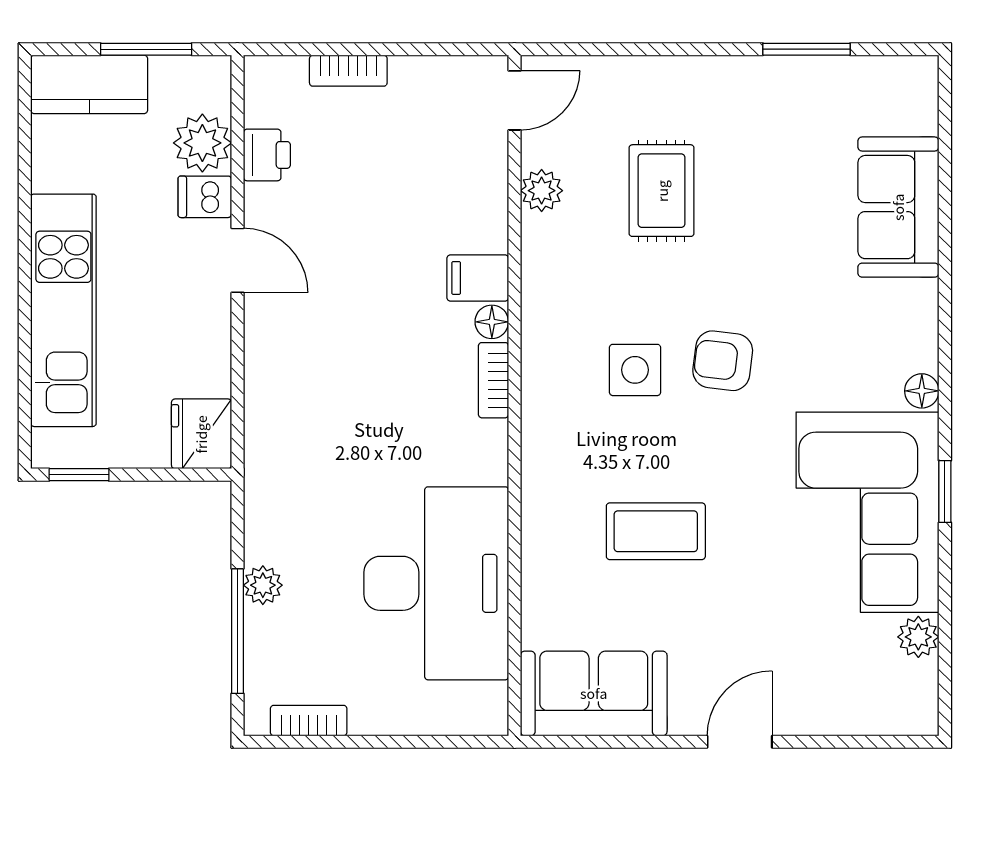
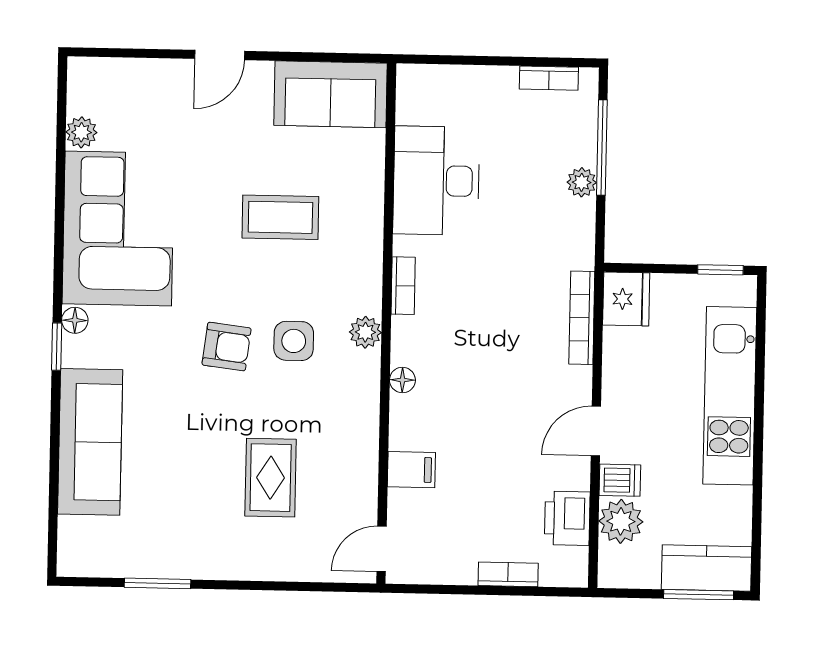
window: (146, 49) -> (699, 595), moved
printer: (267, 155) -> (567, 518), width x1.36, depth x1.24
plant: (542, 191) -> (365, 332), moved
sofa: (898, 207) -> (90, 442), width x1.36
door: (237, 260) -> (596, 431), hinge flipped
filing cabinet: (478, 278) -> (411, 470), moved
bookcase: (493, 380) -> (403, 286), moved
bookcase: (259, 408) -> (582, 318), added
window: (945, 492) -> (57, 347), moved
desk: (436, 583) -> (436, 181), width x0.73, depth x0.77

